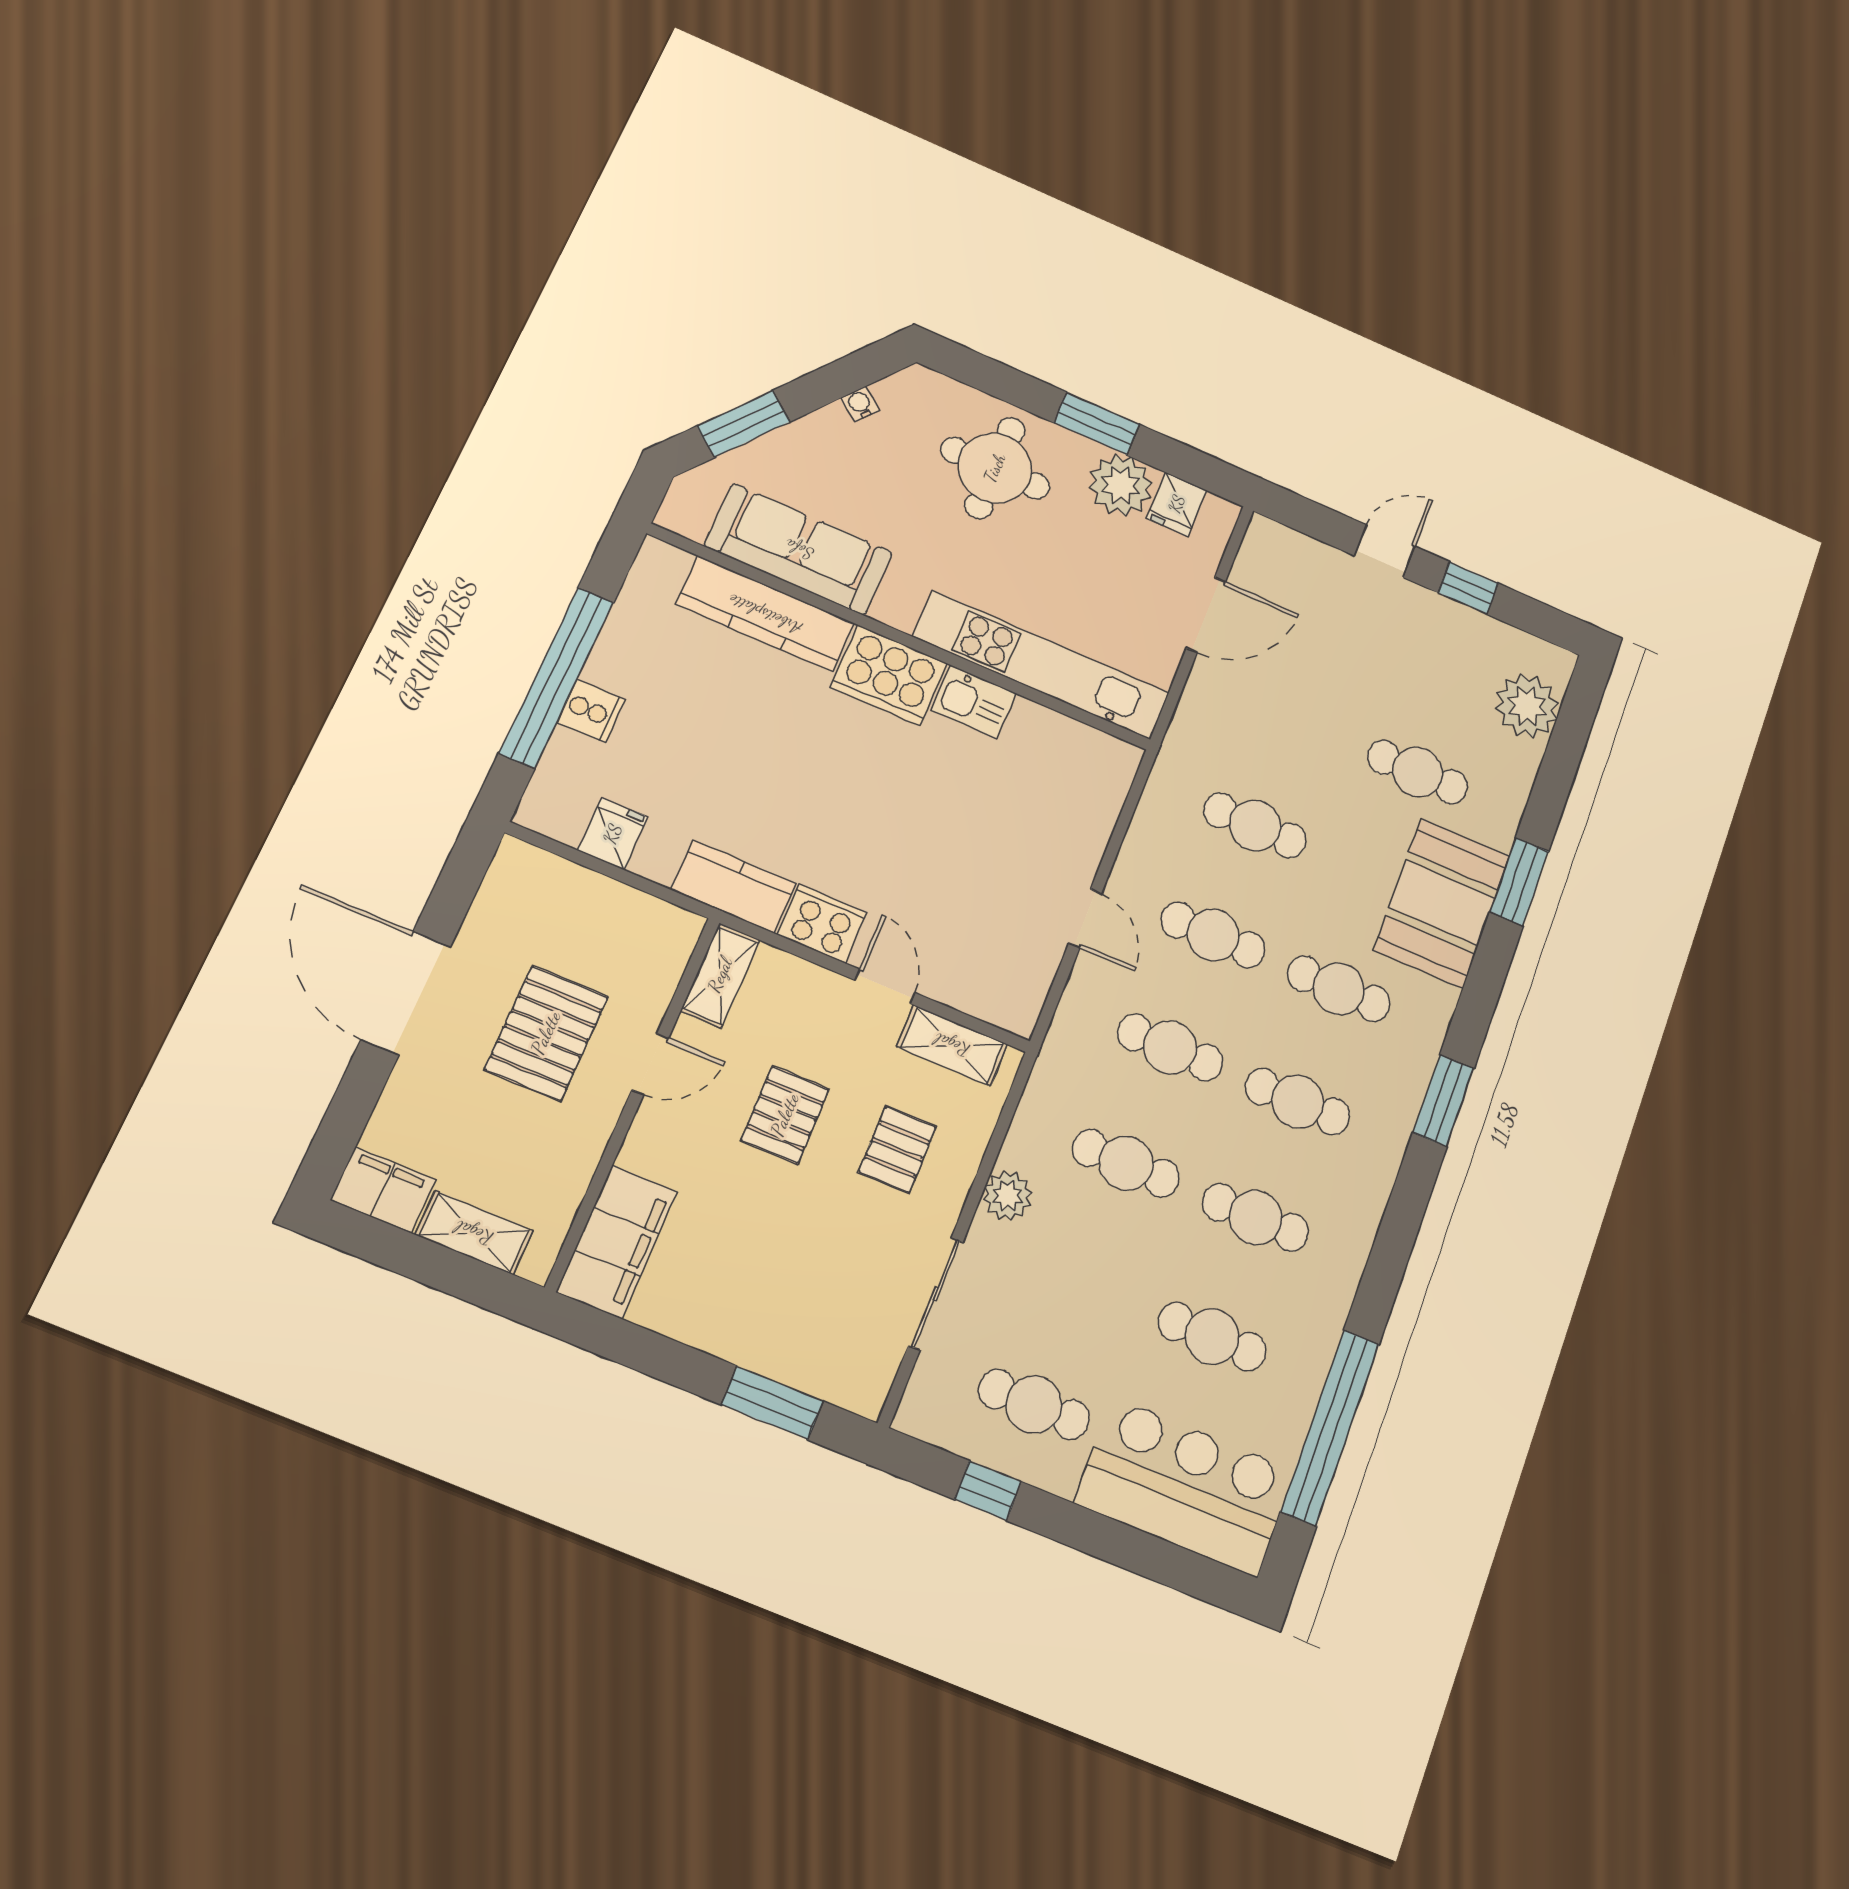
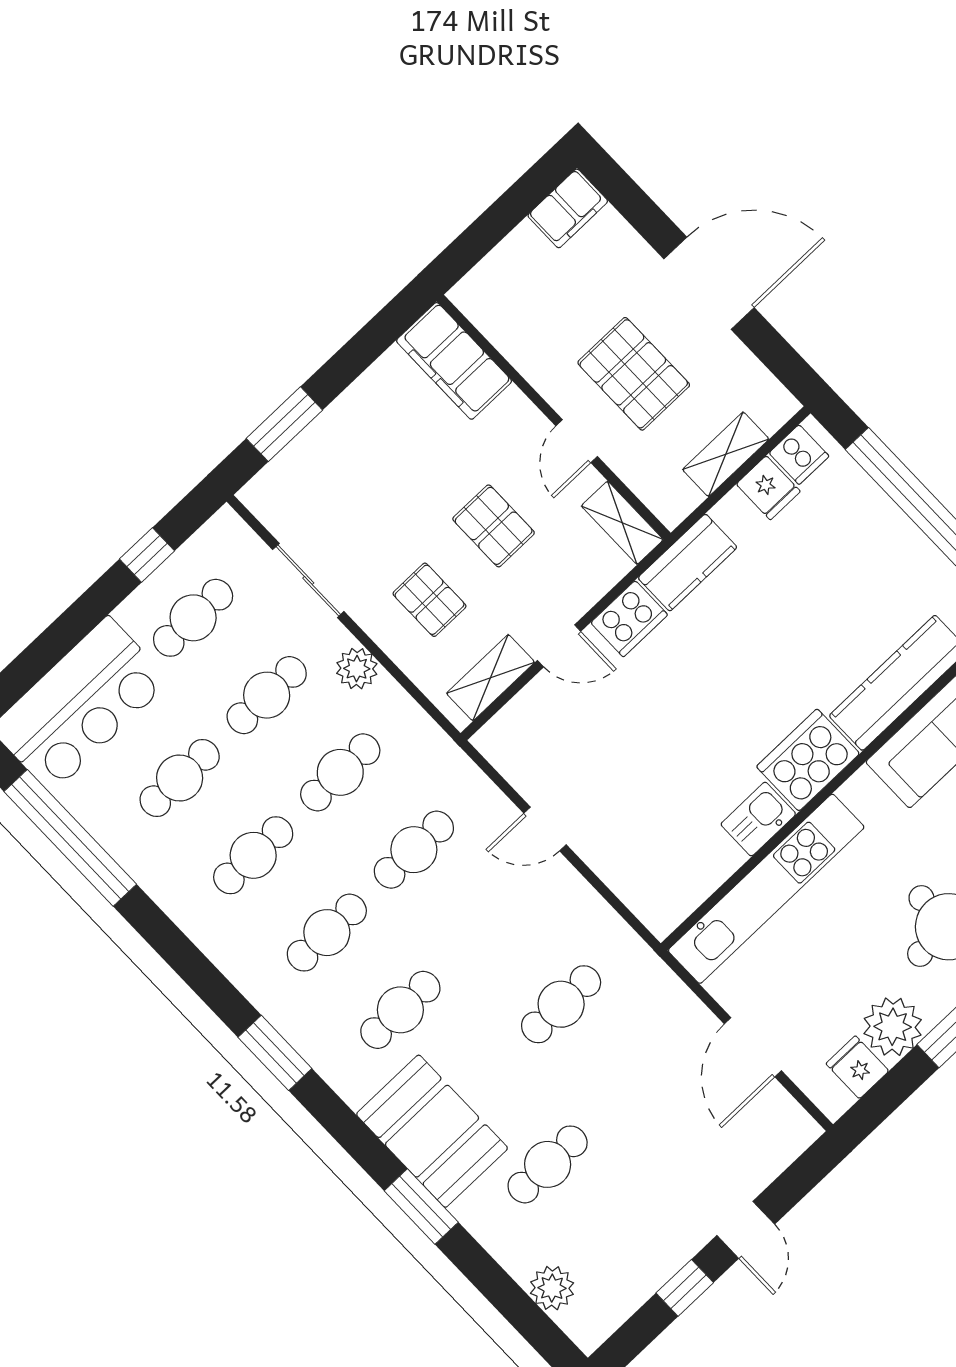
plant: (1527, 706) -> (552, 1288), width x0.73, depth x0.73
cooker: (591, 711) -> (799, 455), moved, turned -90
cafe table: (1213, 935) -> (267, 695), moved
shelving: (474, 1233) -> (726, 454), moved

